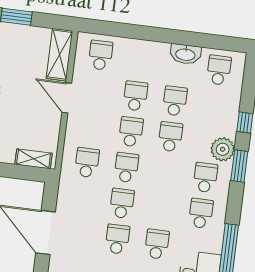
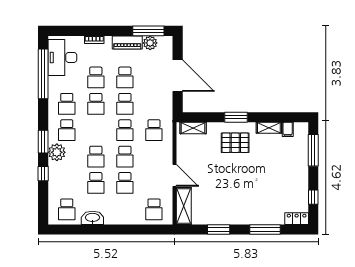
school desk: (161, 208) -> (96, 104), added

